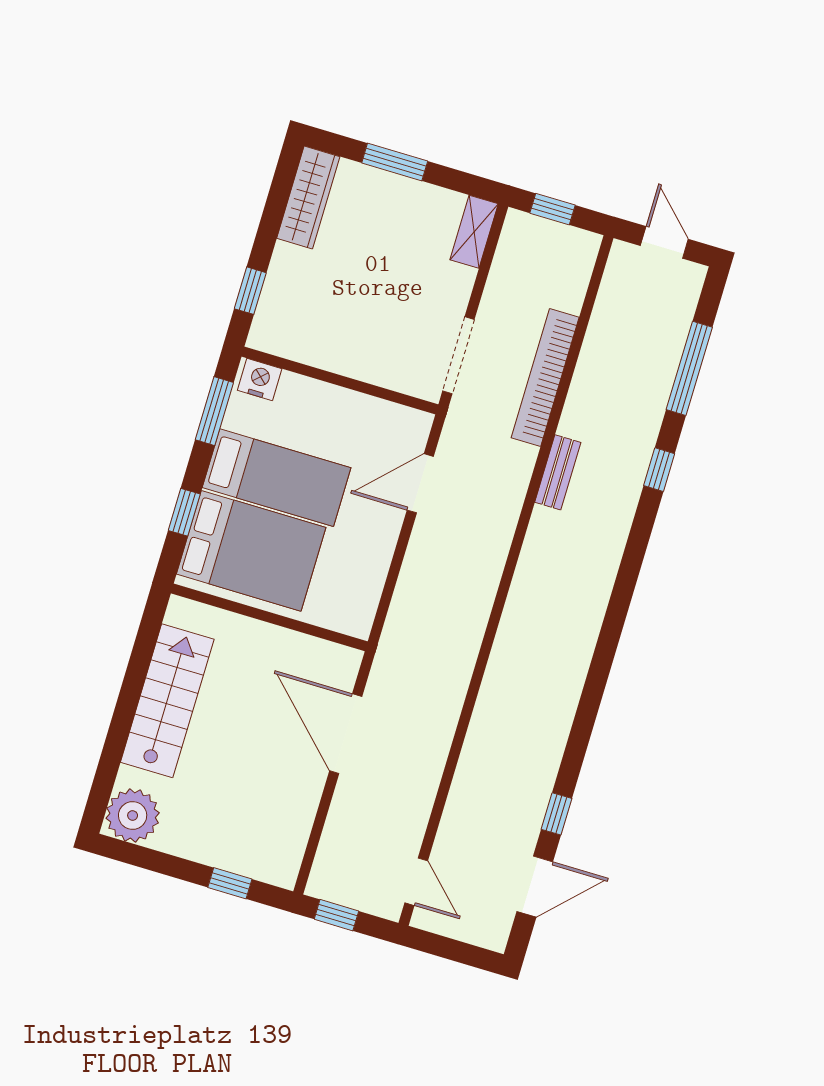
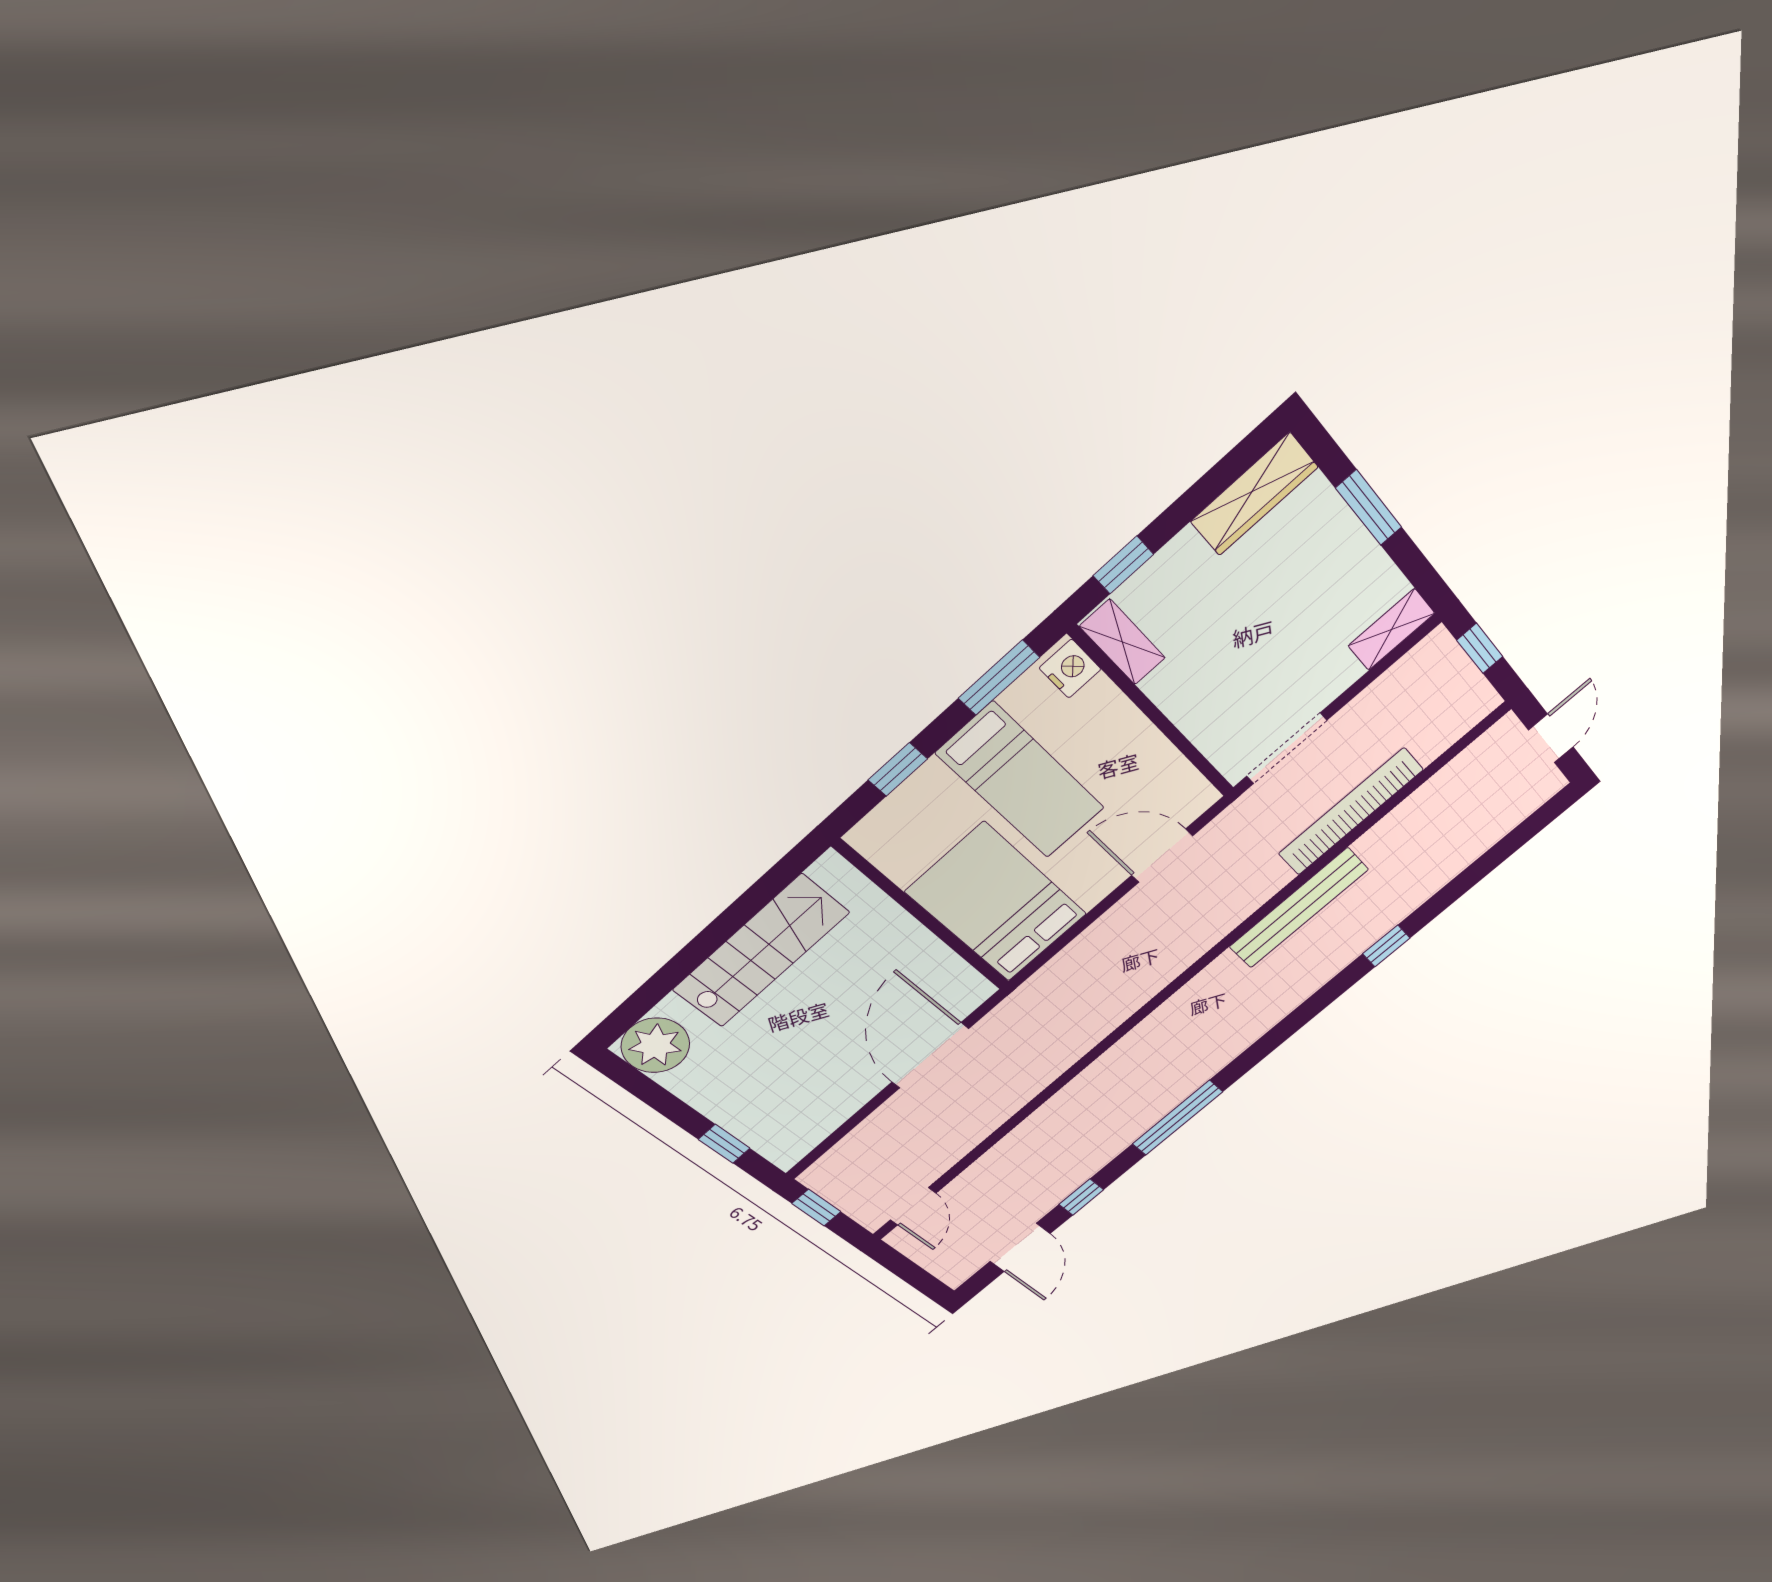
shelving: (284, 342) -> (1123, 642), added
window: (689, 368) -> (1177, 1118), moved
bench: (558, 472) -> (1299, 908), width x1.86, depth x1.21
bed: (251, 551) -> (997, 903), moved, turned 180
door: (535, 887) -> (1020, 1247), hinge flipped

